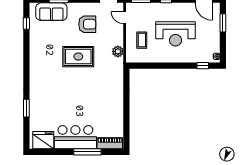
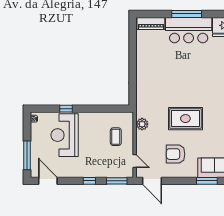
window: (223, 23) -> (27, 155), width x1.44
reception desk: (176, 34) -> (65, 135), moved, turned -90
window: (203, 66) -> (66, 109), moved
window: (87, 152) -> (187, 14), moved

